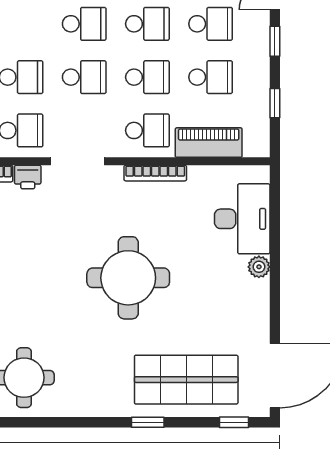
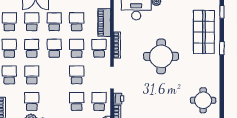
school desk: (84, 24) -> (54, 75), removed

